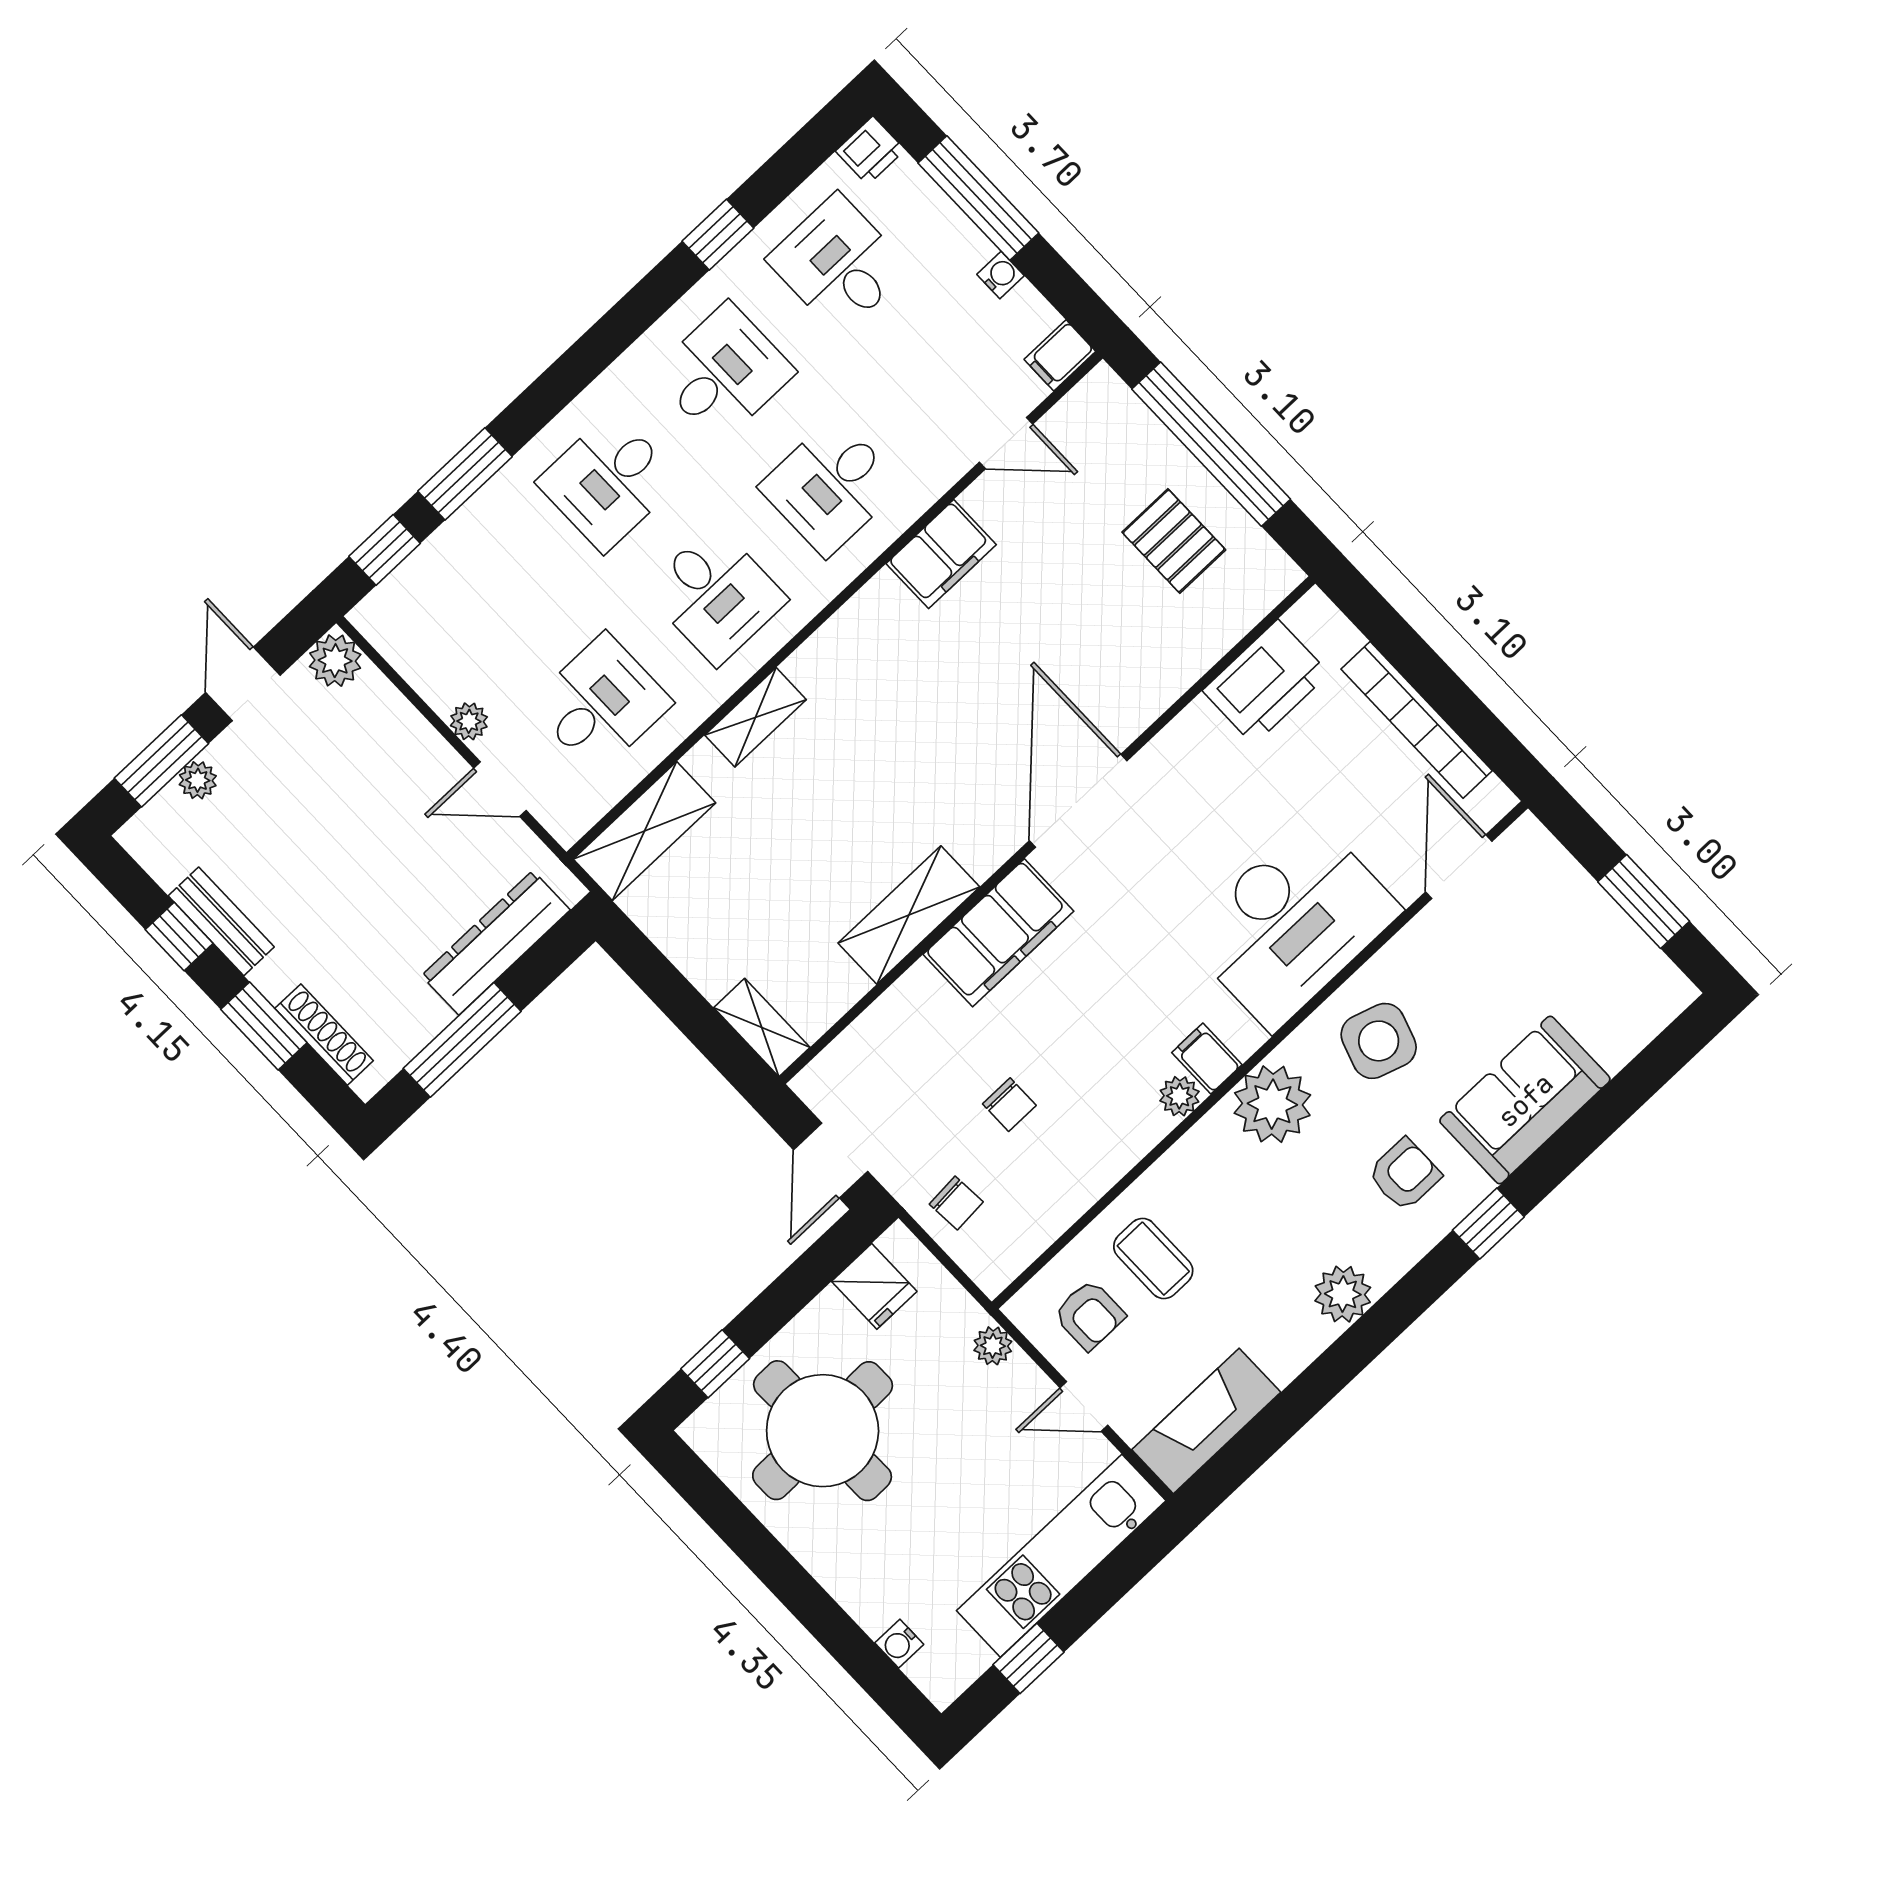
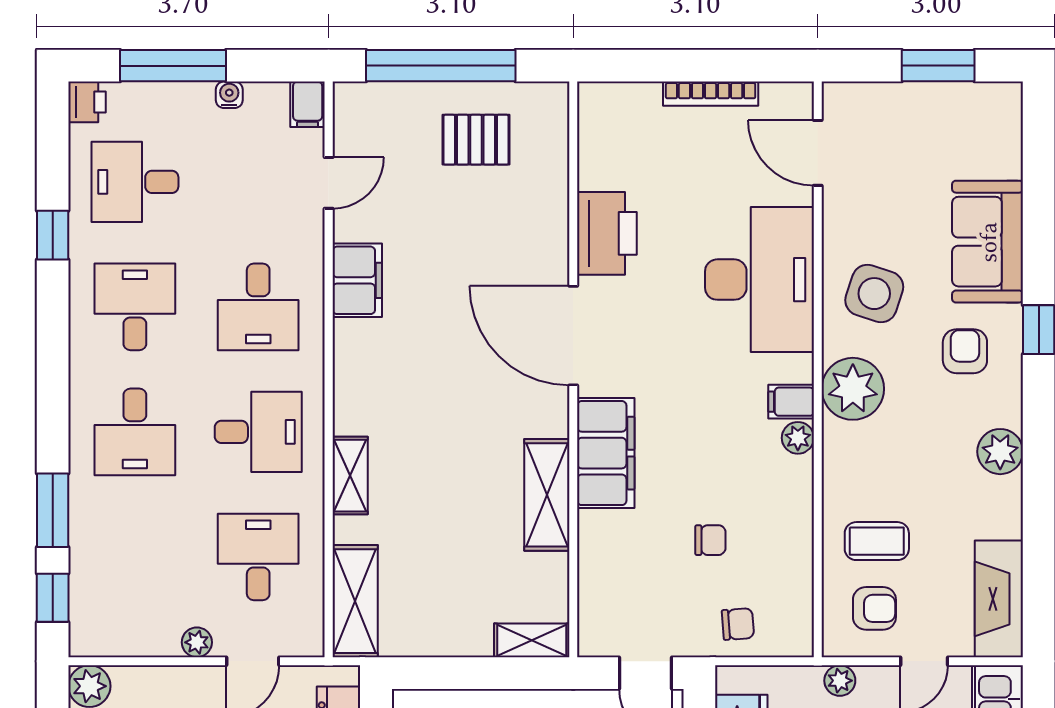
printer: (1266, 682) -> (607, 233), moved
bookcase: (1417, 720) -> (711, 94), width x0.68, depth x0.76

